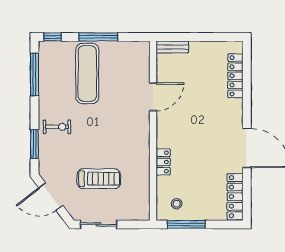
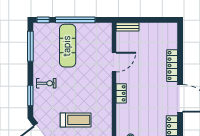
window: (98, 37) -> (75, 20), width x1.46
locker: (235, 76) -> (172, 66), moved
locker: (163, 162) -> (121, 93), moved

